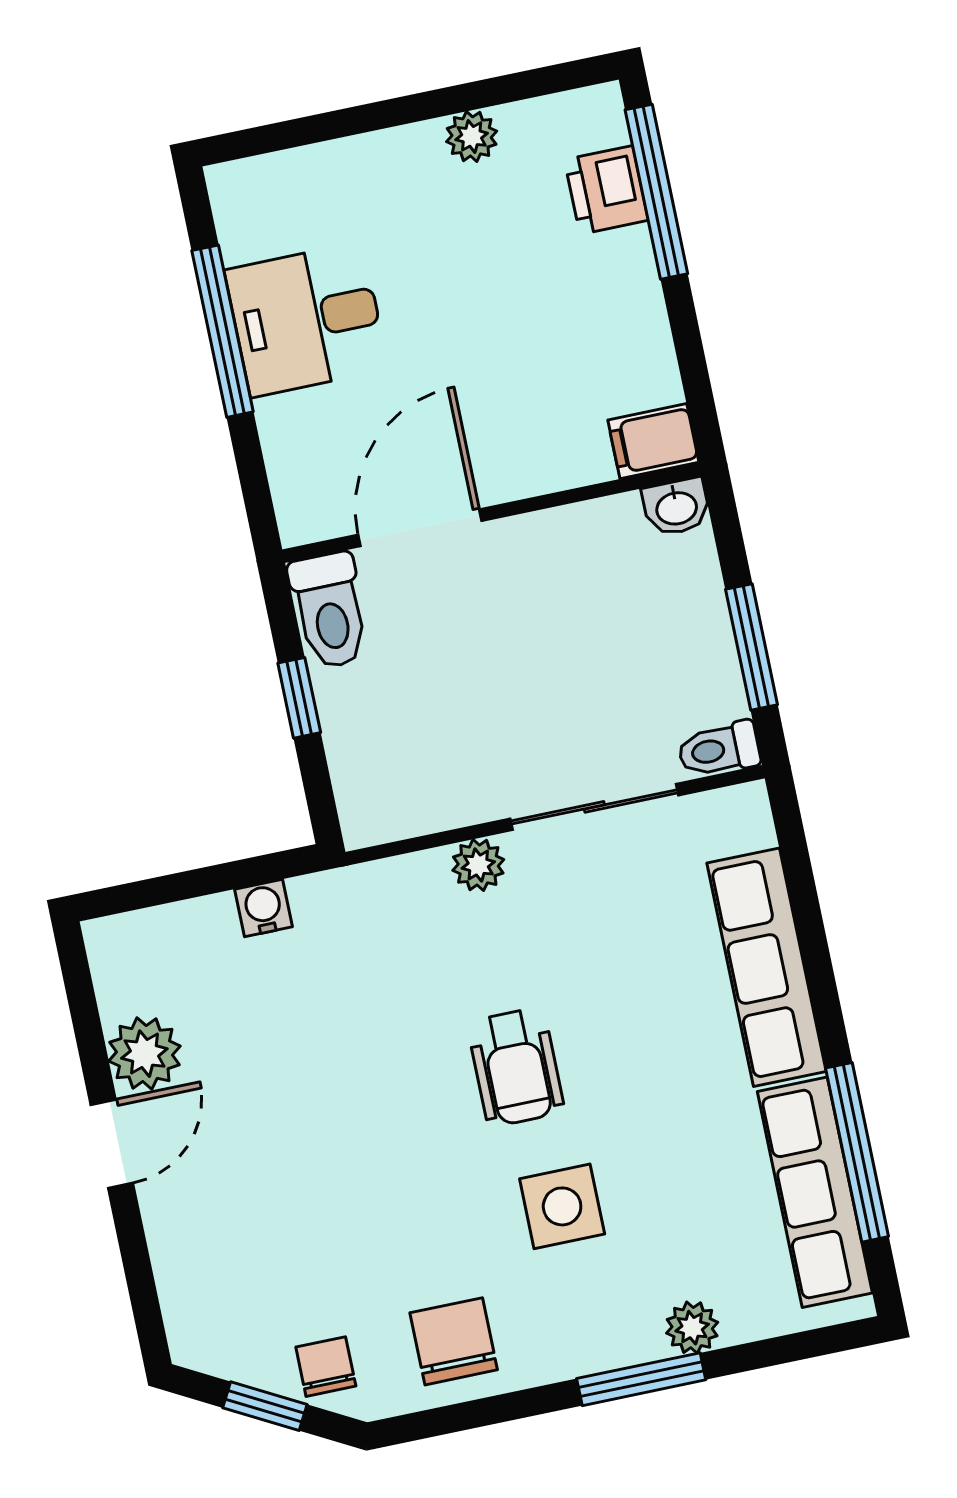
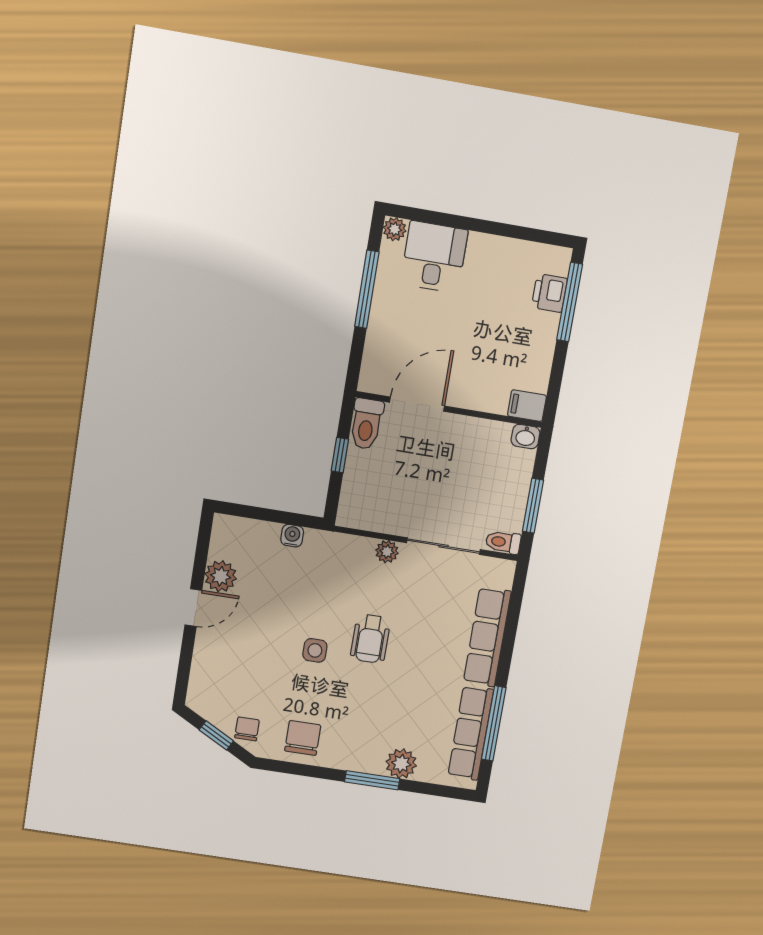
plant: (472, 136) -> (395, 229), moved
desk: (306, 320) -> (434, 257), moved, turned 90
side table: (562, 1206) -> (315, 650), moved, width x0.73, depth x0.73
plant: (692, 1328) -> (401, 764), width x1.38, depth x1.38

